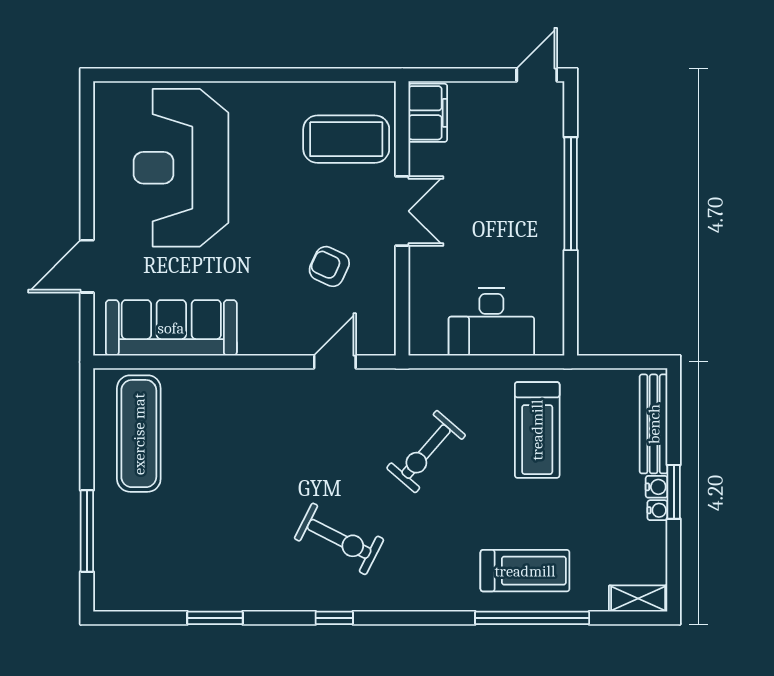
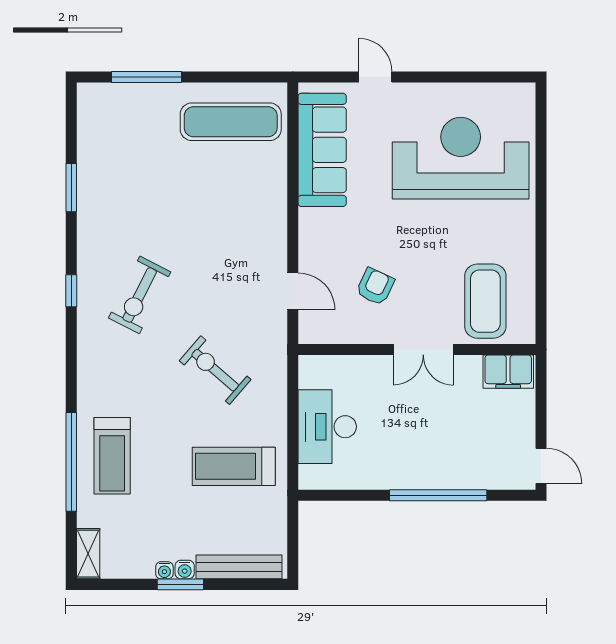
door: (87, 266) -> (375, 77), width x0.73

